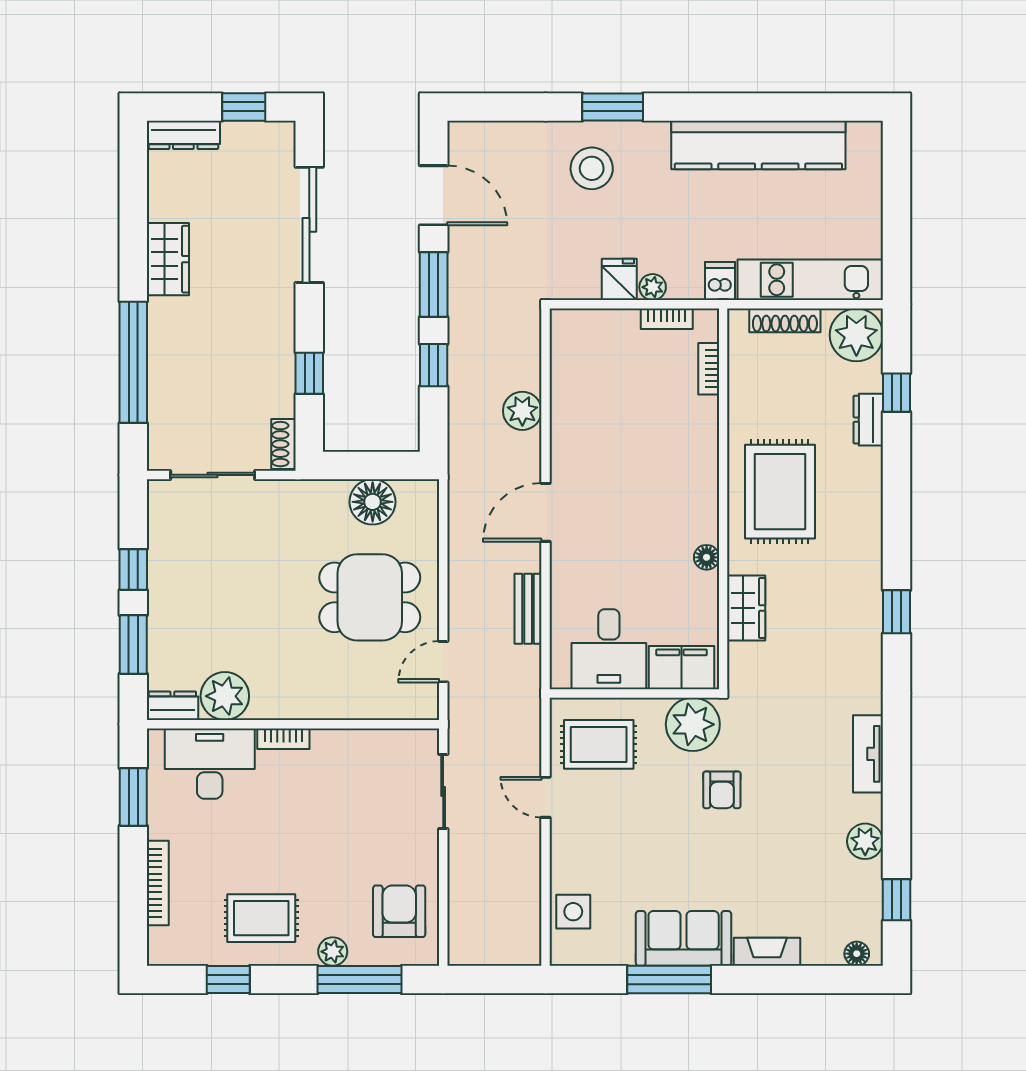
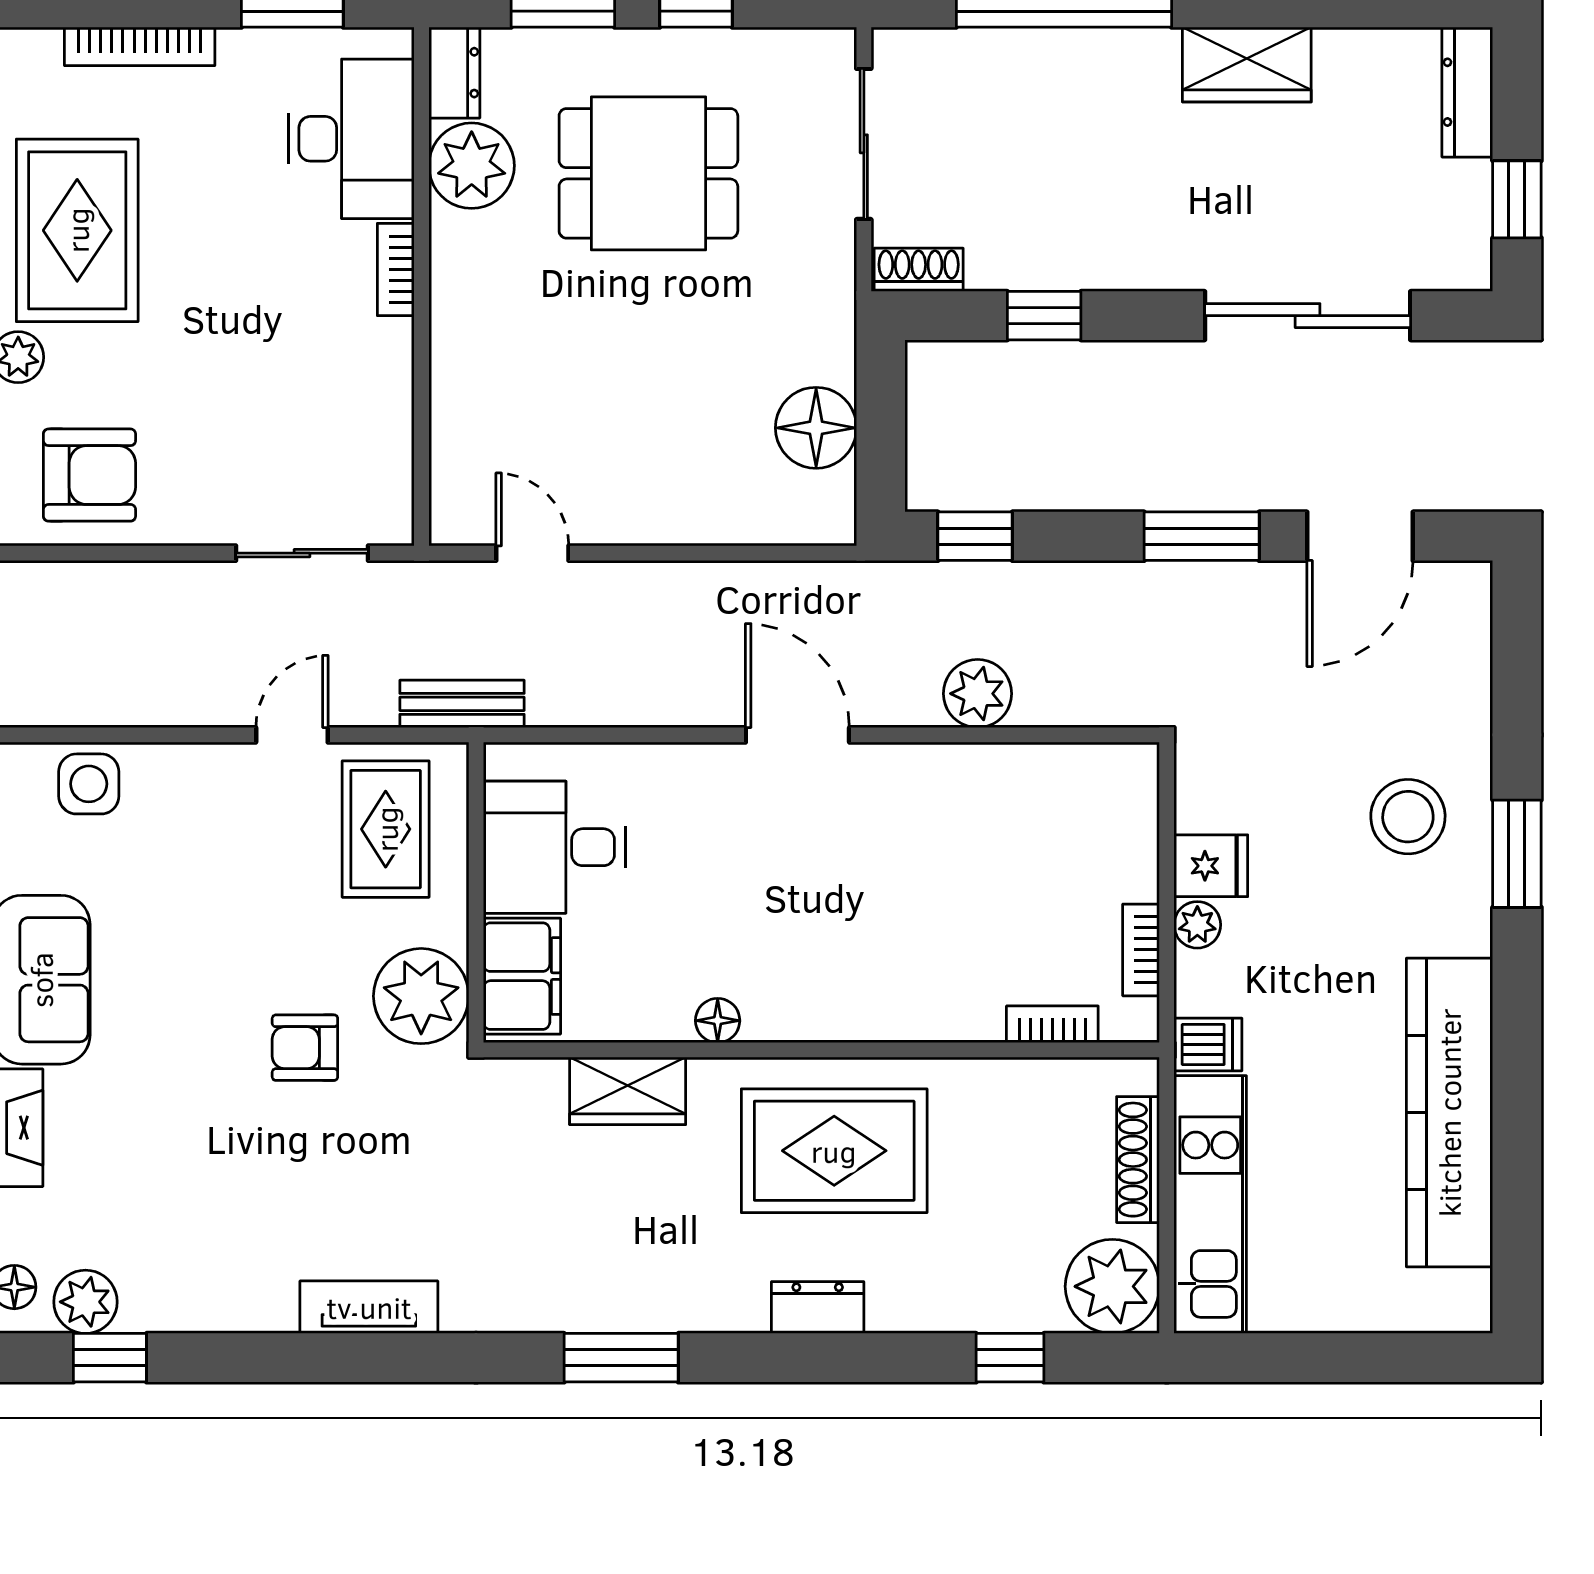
window: (434, 365) -> (975, 536), moved
dresser: (868, 420) -> (818, 1308), moved
dining table: (370, 597) -> (648, 173), moved, turned 90
bench: (528, 609) -> (462, 704), moved
window: (897, 612) -> (621, 1358), width x1.50
plant: (865, 841) -> (85, 1302), moved
rug: (261, 918) -> (77, 230), width x1.36, depth x1.43

